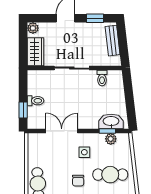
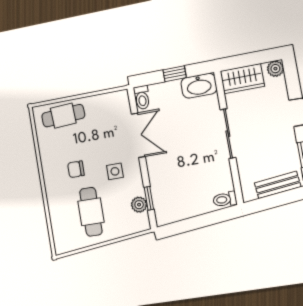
toilet: (102, 78) -> (225, 199), moved
toilet: (36, 101) -> (142, 98), moved
window: (23, 110) -> (175, 74), moved
washbasin: (111, 122) -> (199, 86), moved, turned 90

